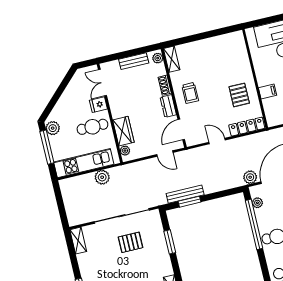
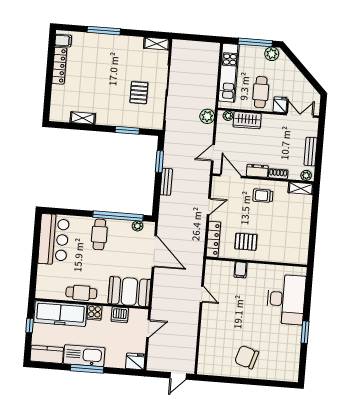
plant: (102, 177) -> (207, 116), moved
plant: (250, 177) -> (164, 227), removed
bench: (185, 194) -> (166, 182), moved, width x0.73

